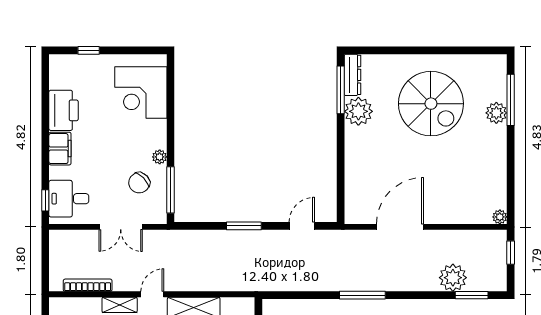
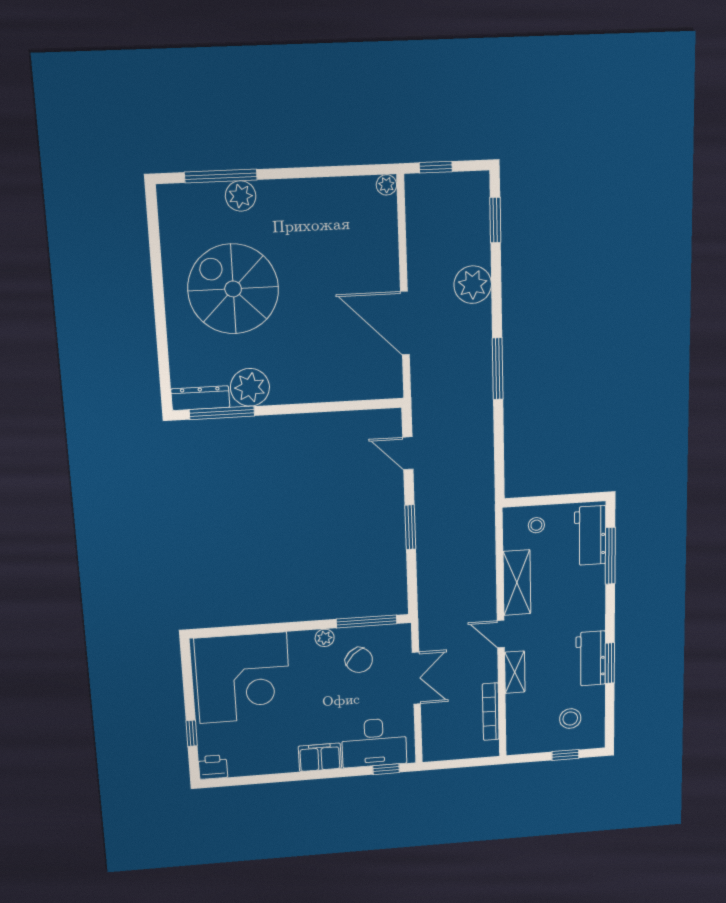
corner desk: (141, 93) -> (243, 678), width x1.36, depth x1.36
spiral stairs: (431, 104) -> (233, 289), turned -90
printer: (64, 110) -> (213, 767), moved, width x0.53, depth x0.68
desk: (69, 199) -> (374, 743), width x1.37
plant: (453, 278) -> (473, 285), moved

